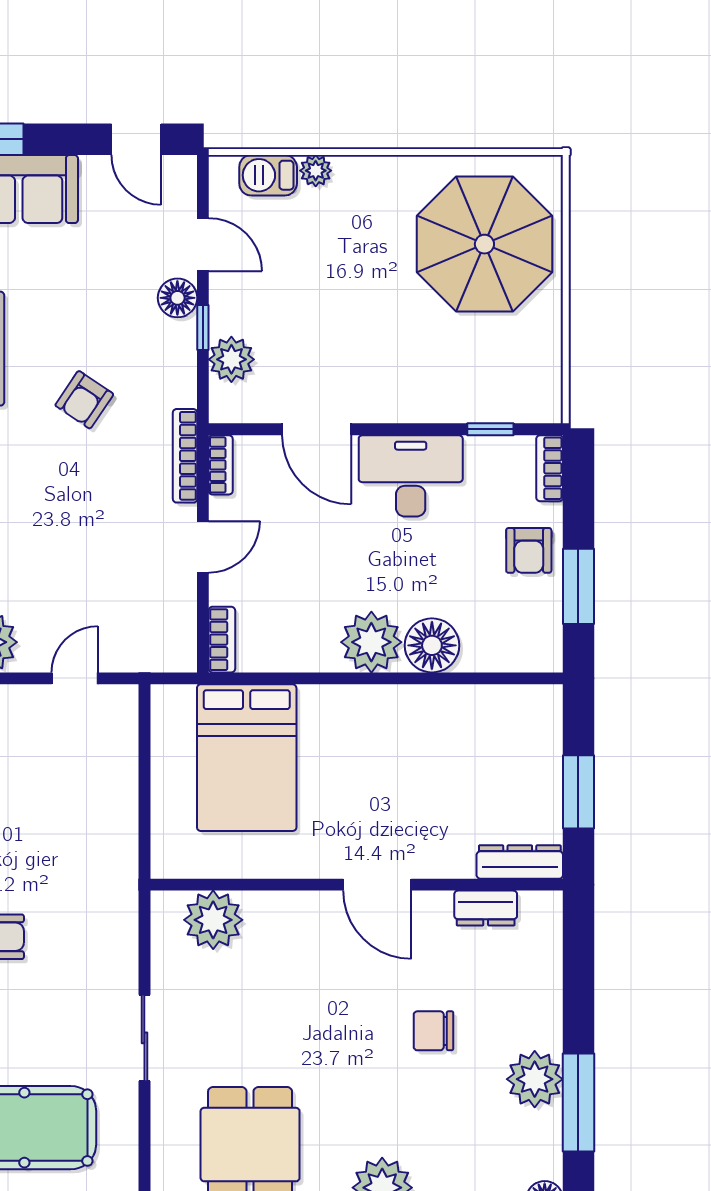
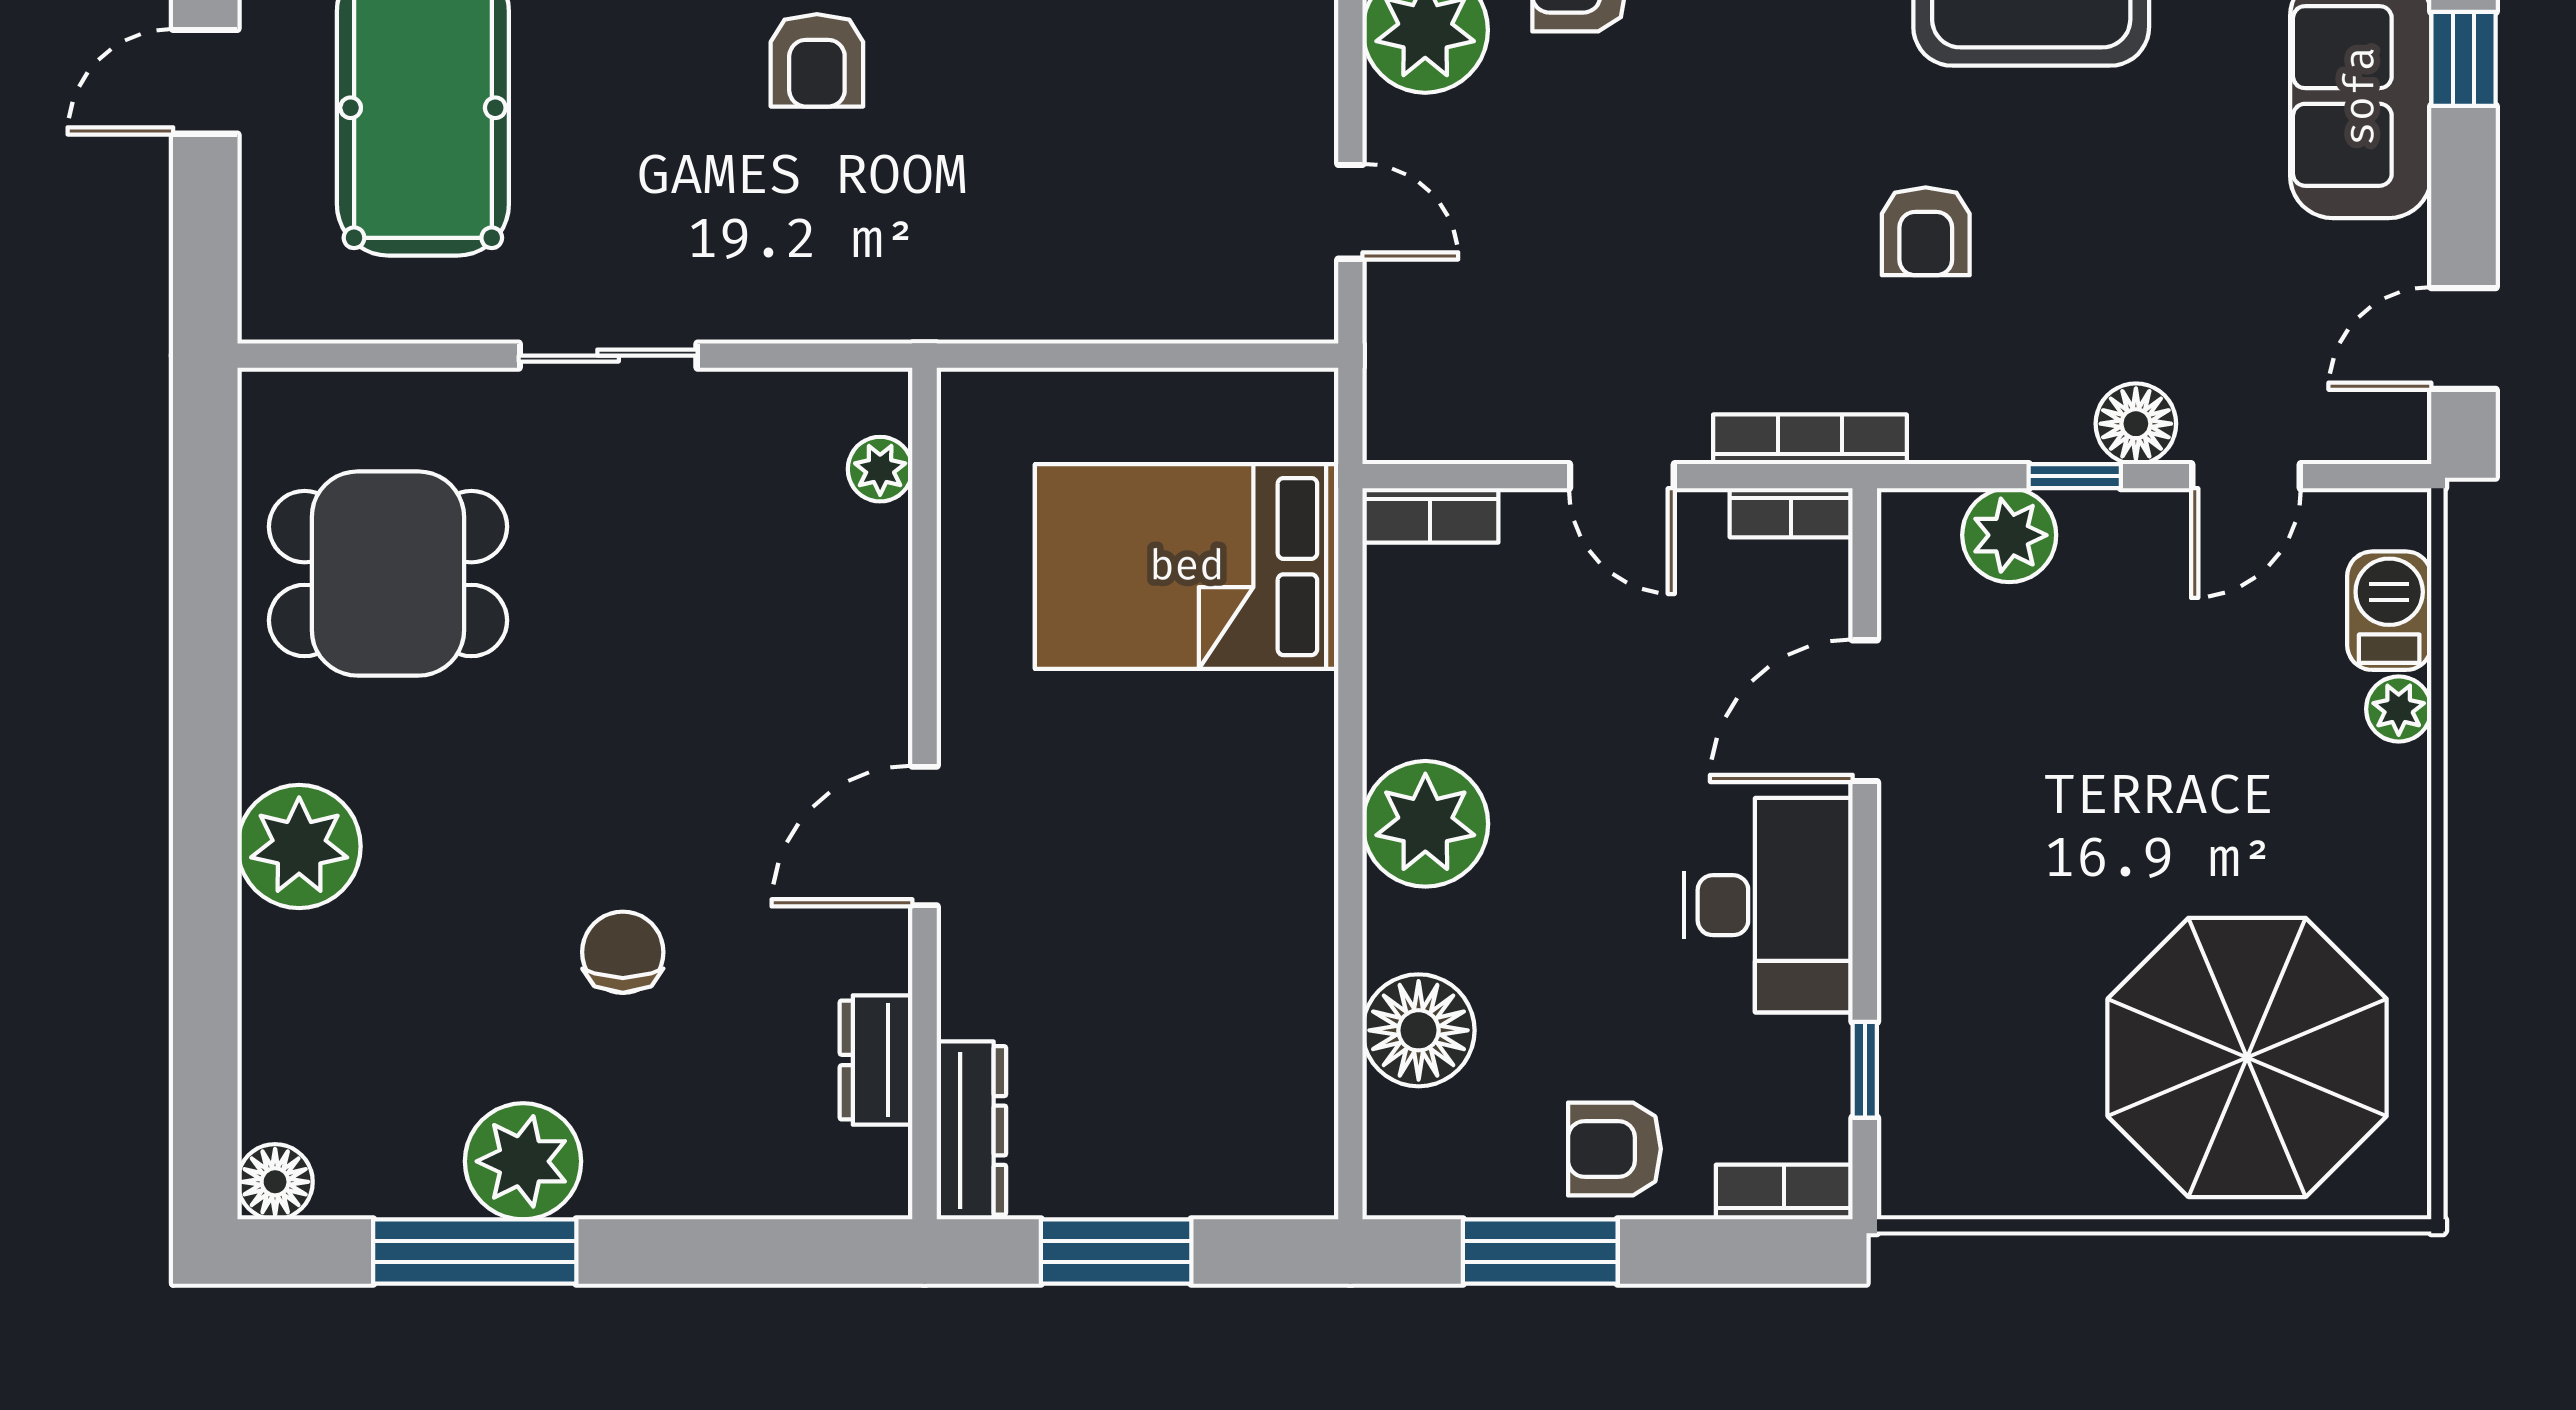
armchair: (84, 400) -> (1926, 231), turned -124
floor lamp: (432, 645) -> (1419, 1030), moved
plant: (213, 920) -> (880, 469), width x0.53, depth x0.53

